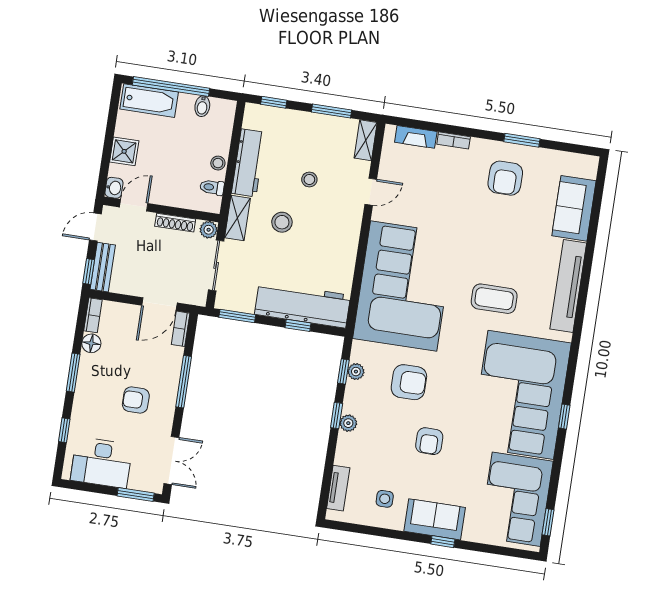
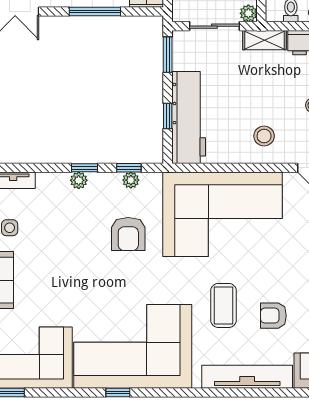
stool: (282, 222) -> (264, 136), moved
armchair: (429, 441) -> (273, 316), moved

